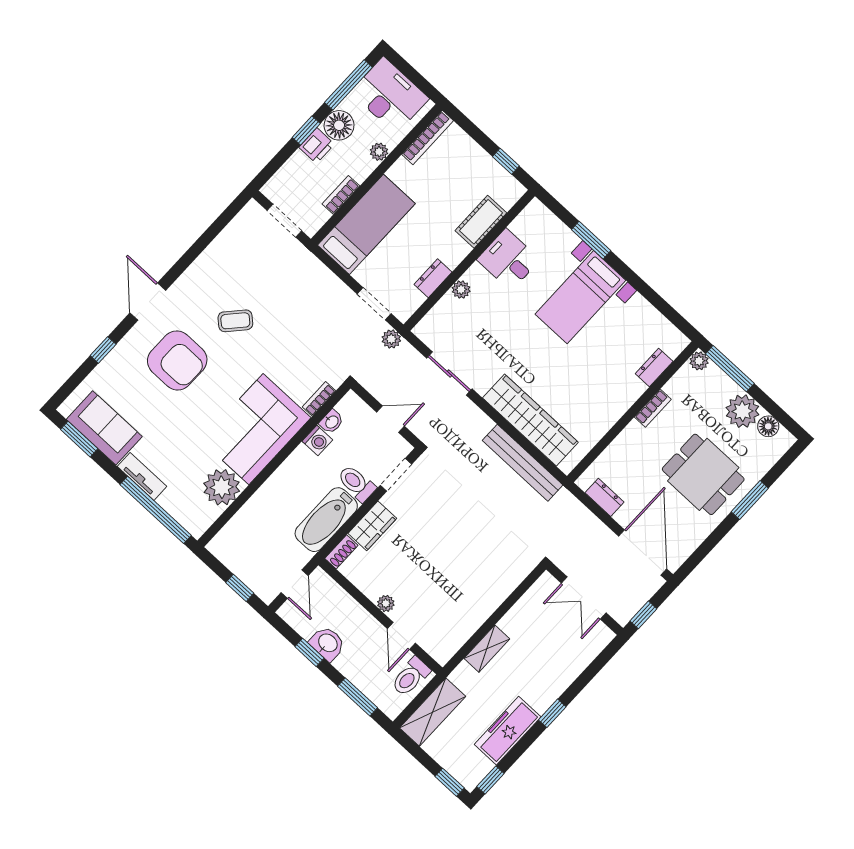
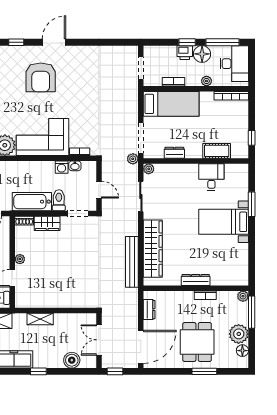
plant: (461, 290) -> (149, 169), moved
doorway: (374, 304) -> (141, 138), width x1.38
coffee table: (235, 321) -> (80, 86), removed
dresser: (654, 368) -> (196, 280), moved, width x1.44
boiler: (577, 657) -> (72, 360), added

